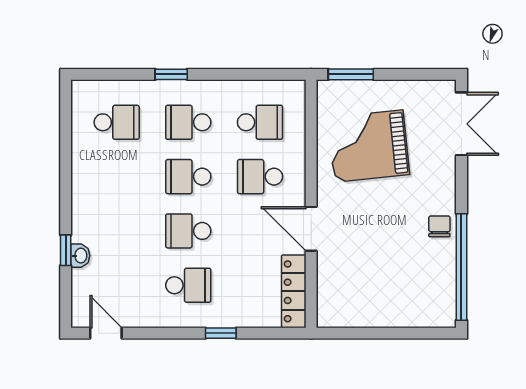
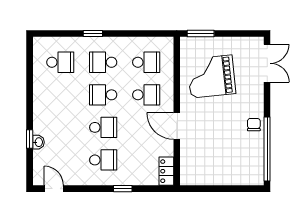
school desk: (260, 177) -> (146, 95), turned 180
school desk: (188, 231) -> (103, 127), turned 180
locker: (294, 291) -> (166, 171), width x0.66

